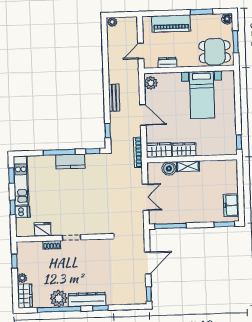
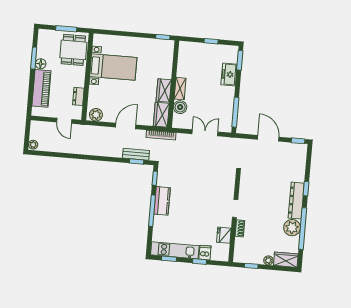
floor lamp: (227, 19) -> (41, 64), moved
bench: (114, 98) -> (136, 154), moved
window: (241, 192) -> (211, 41), added
freezer: (231, 205) -> (229, 74), moved, turned 90

